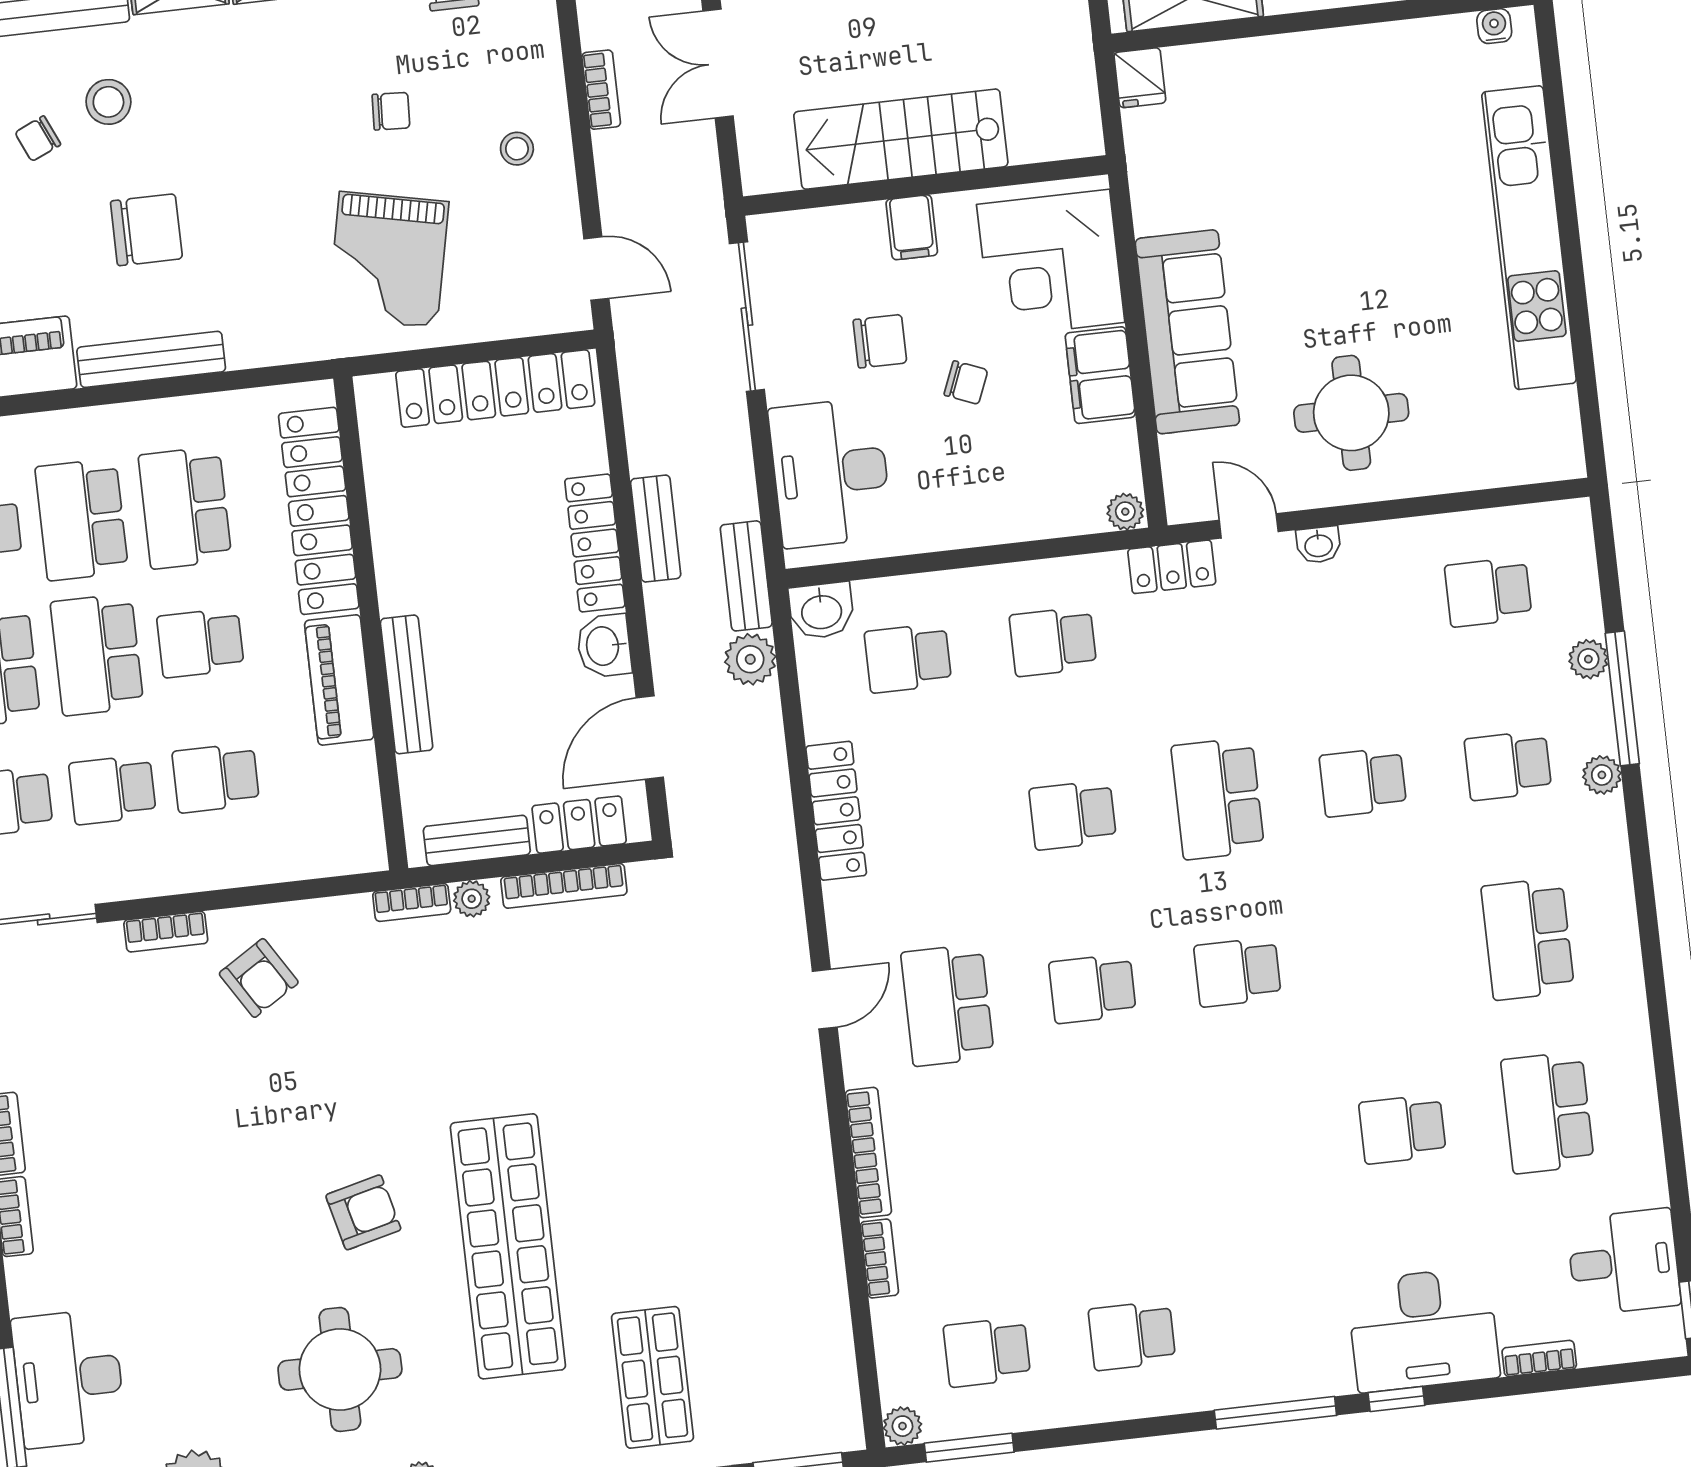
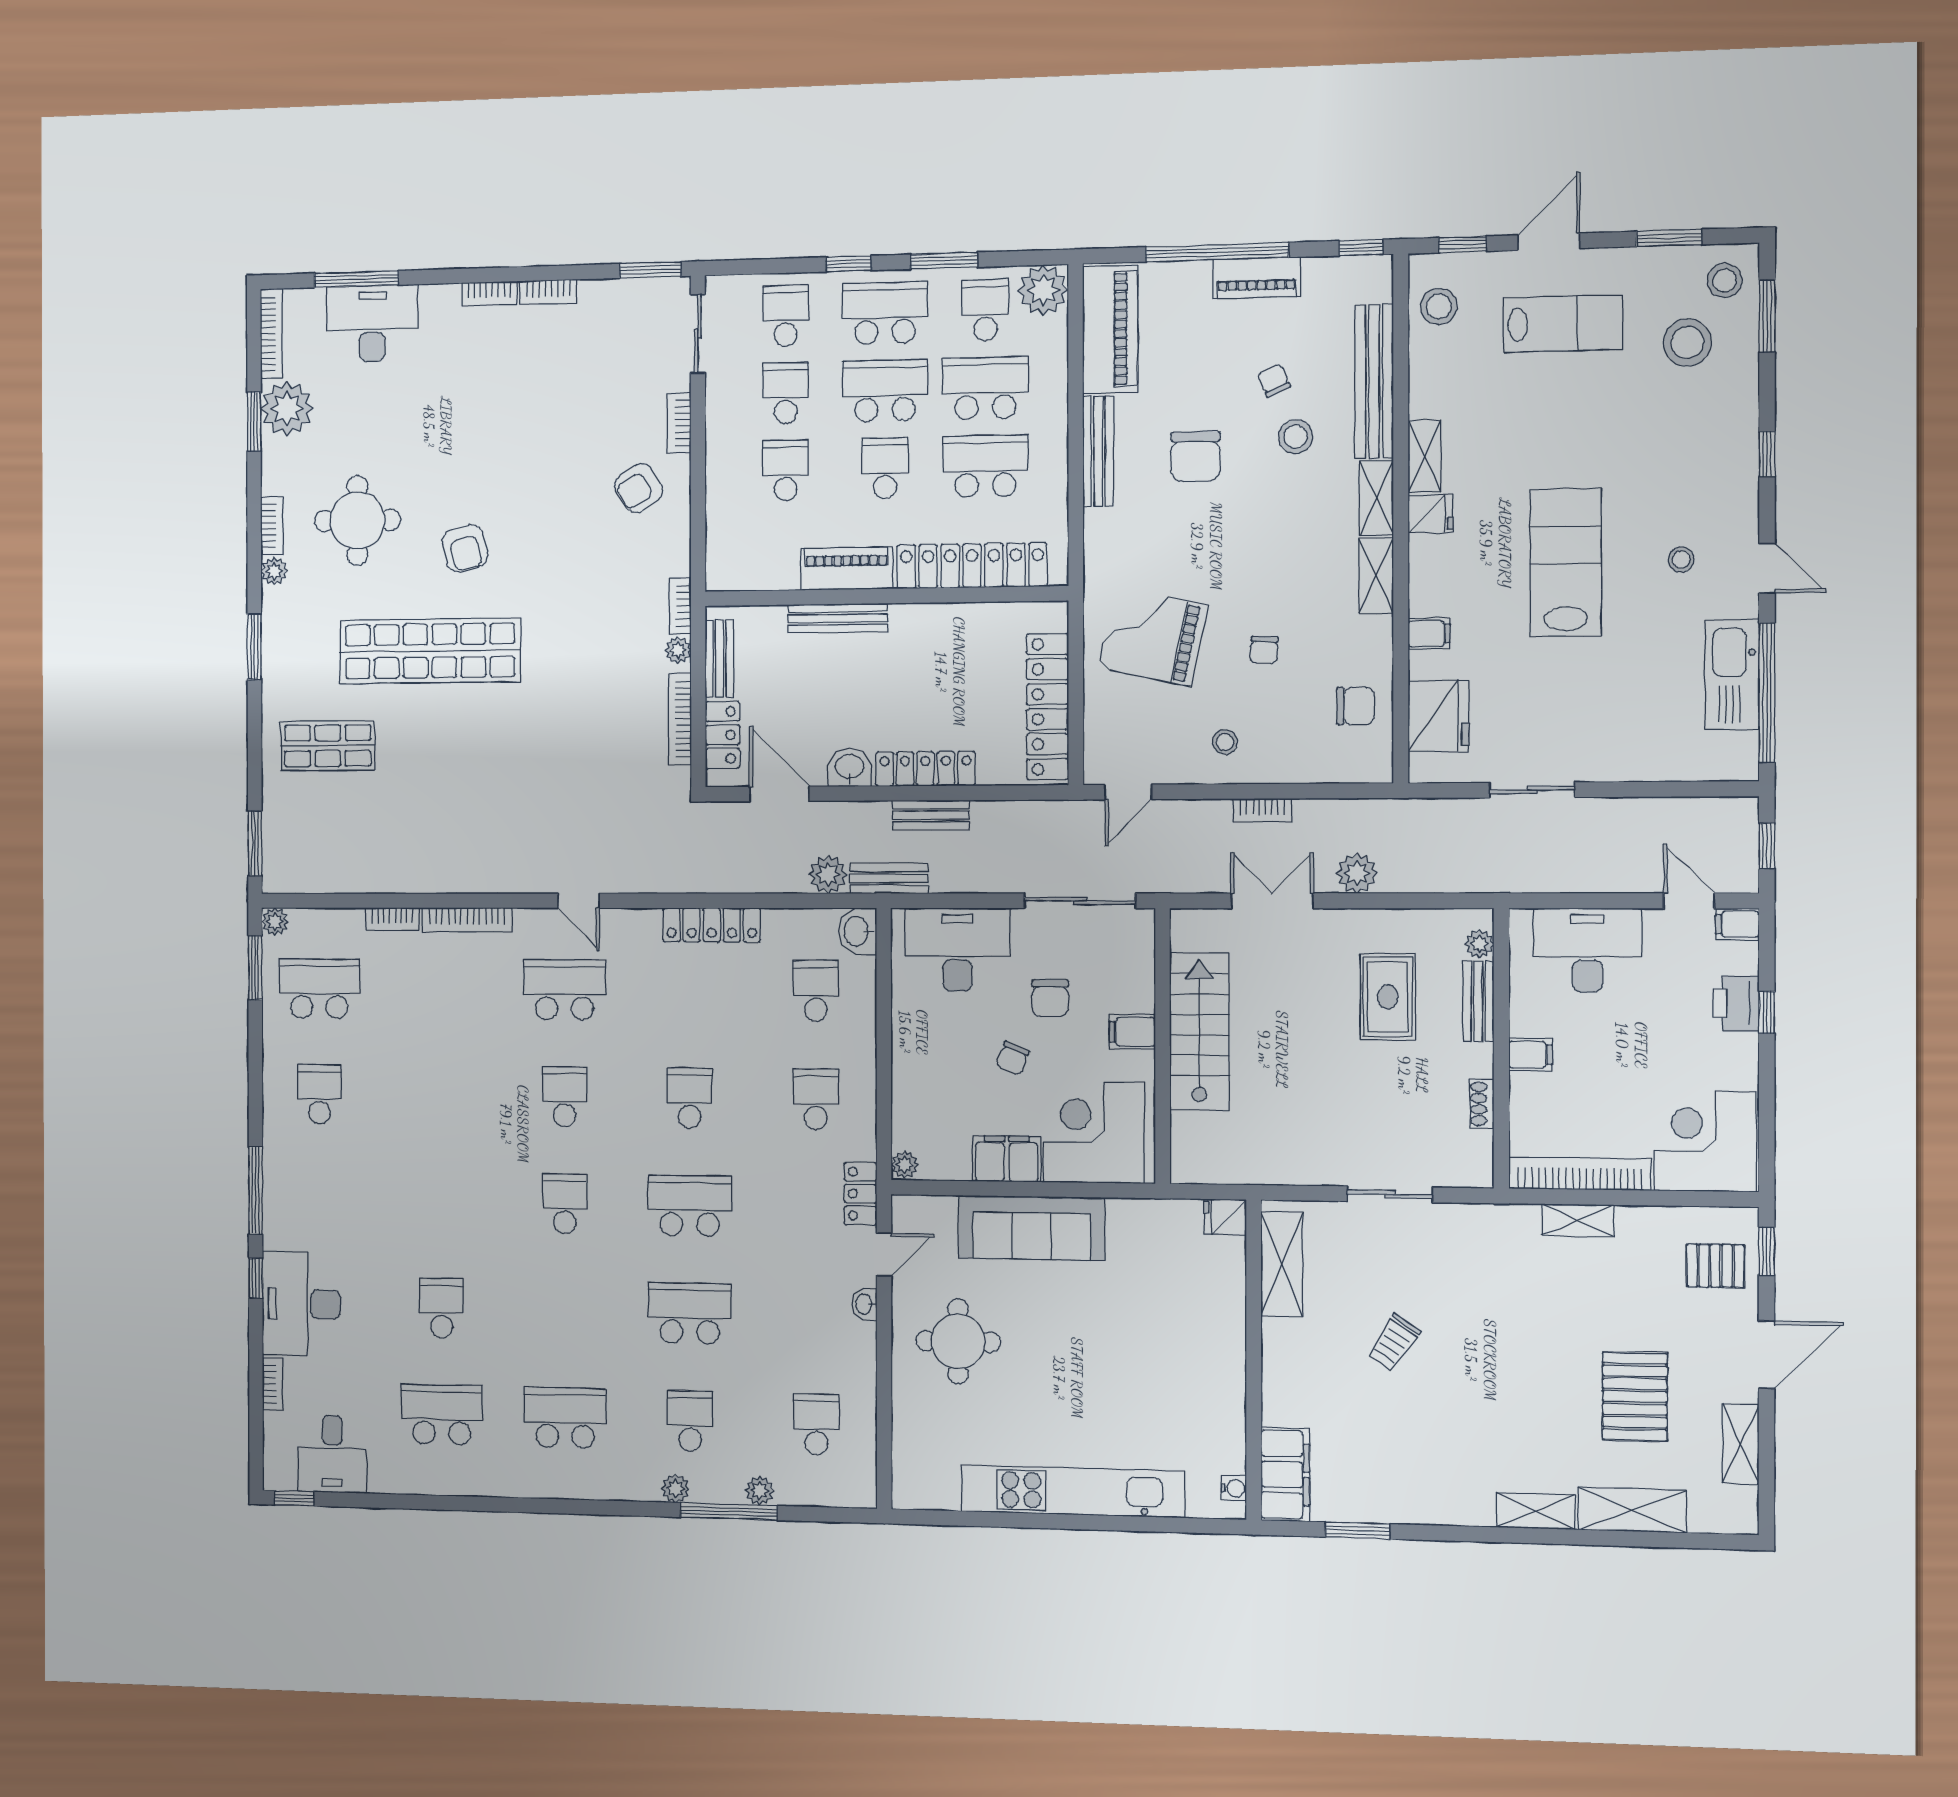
school desk: (1363, 782) -> (690, 1313), width x1.85
school desk: (987, 1352) -> (319, 989), width x1.85

